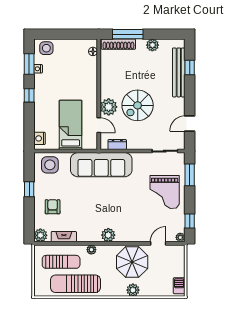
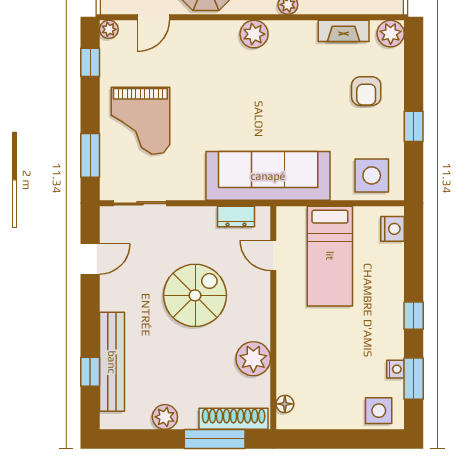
plant: (109, 107) -> (253, 359), moved
grand piano: (165, 192) -> (140, 121), turned 180

